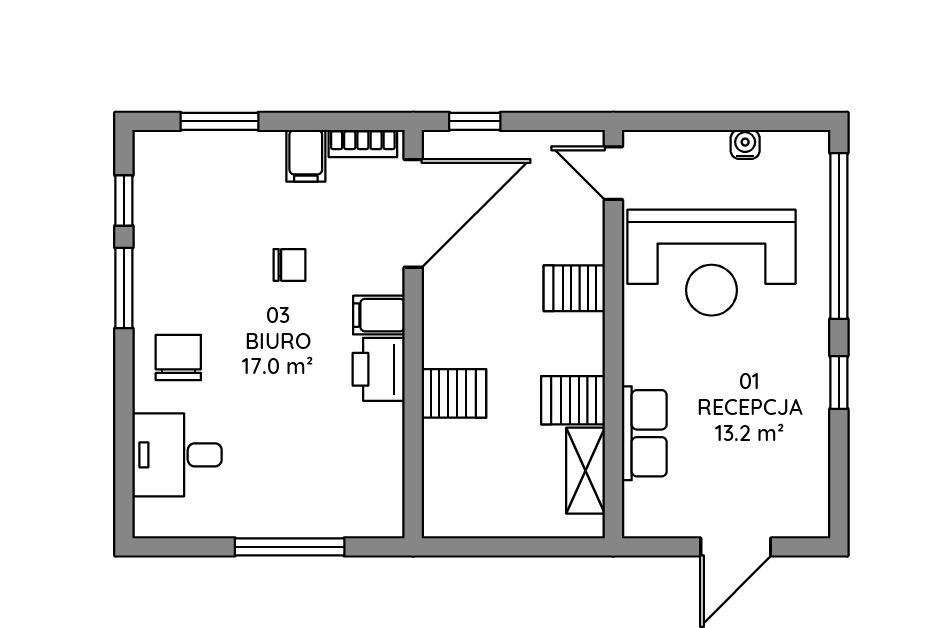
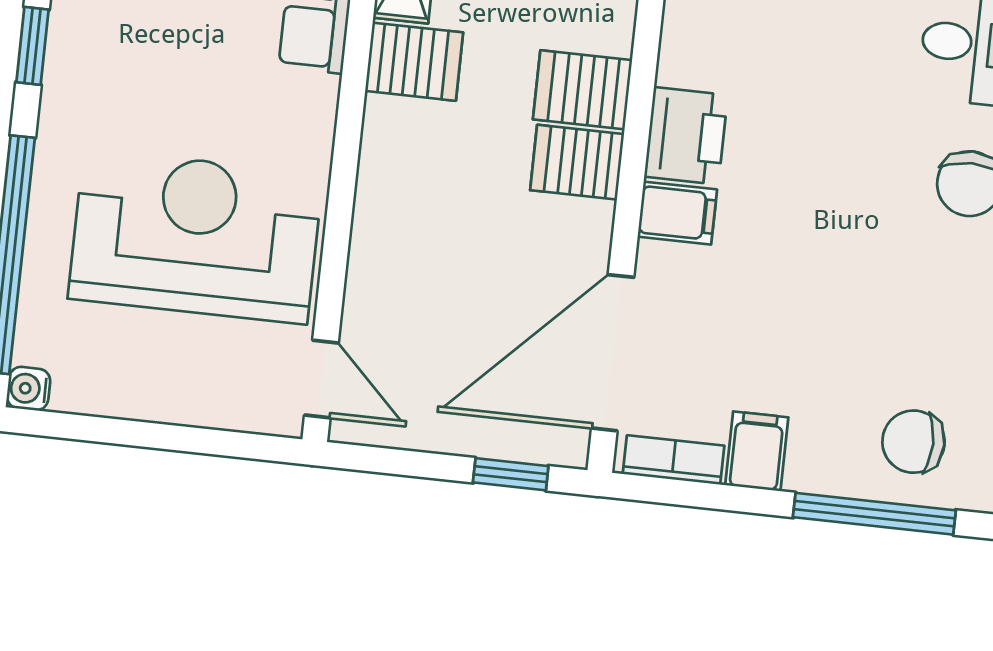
window: (220, 121) -> (874, 514), width x1.44
water cooler: (745, 144) -> (29, 389), moved, turned 90
chair: (289, 265) -> (913, 442), moved, width x1.37, depth x1.37
server rack: (574, 288) -> (577, 162), moved, turned 180

